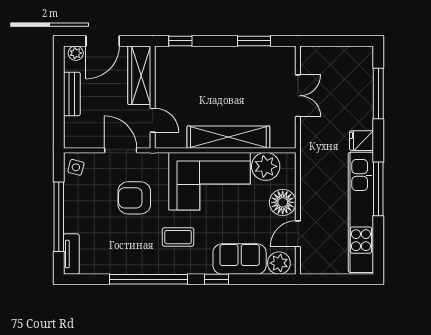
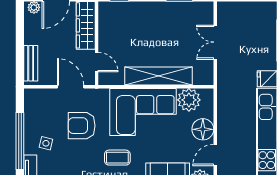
bench: (72, 94) -> (31, 63), moved
double door: (298, 96) -> (215, 42), swing flipped
side table: (76, 167) -> (46, 143), moved

